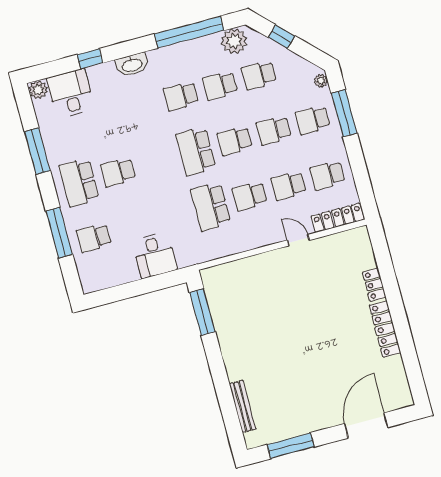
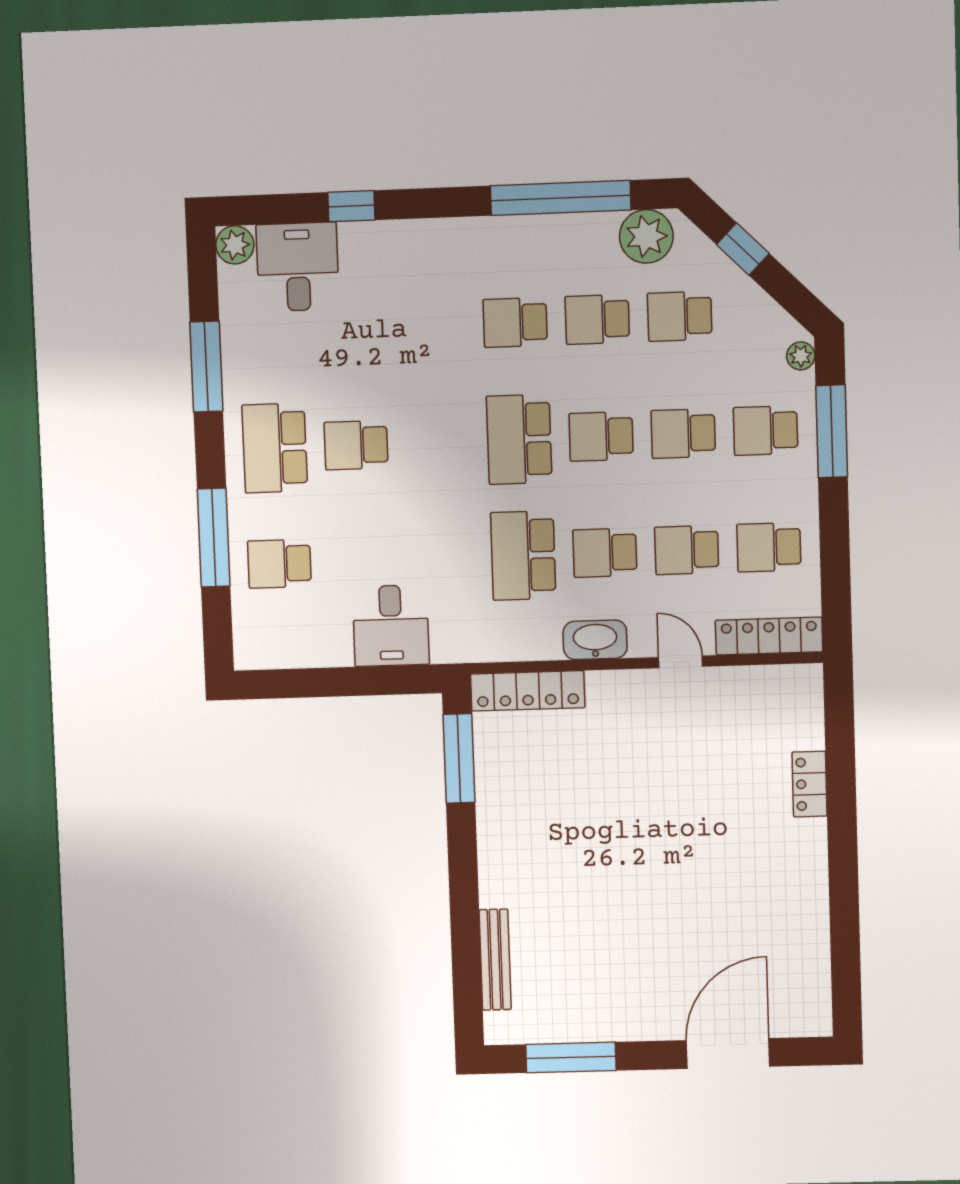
washbasin: (132, 65) -> (595, 640), moved, turned 180
locker: (385, 329) -> (528, 691), moved, turned -90

